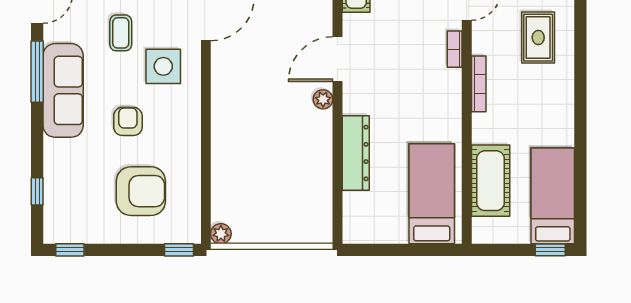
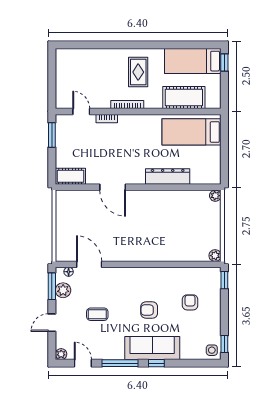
rug: (538, 38) -> (138, 72), moved, turned 90
side table: (163, 66) -> (212, 350), moved, width x0.54, depth x0.54
sofa: (63, 90) -> (152, 348), moved
plant: (323, 99) -> (215, 196), moved
window: (37, 191) -> (156, 363), moved
armchair: (141, 191) -> (190, 302), width x0.53, depth x0.53

